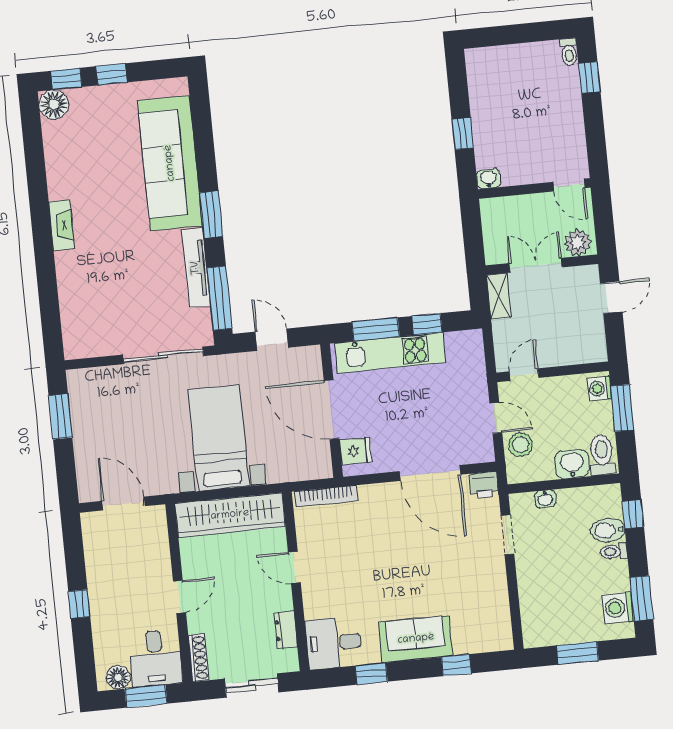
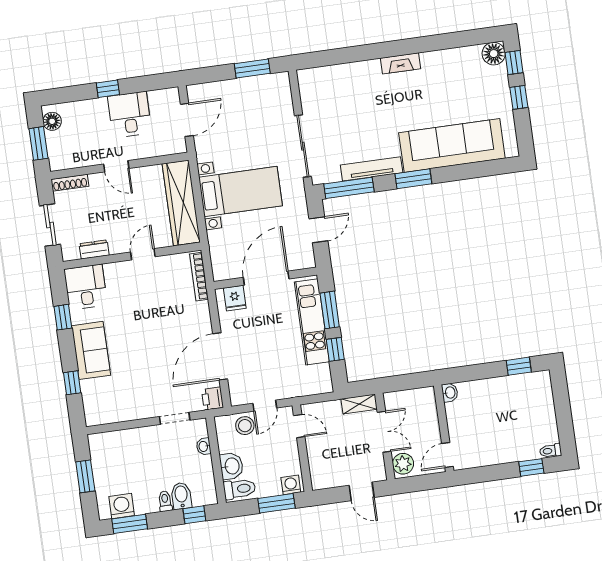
window: (463, 134) -> (519, 366), moved
desk: (155, 658) -> (130, 115), moved, turned 90

